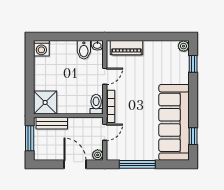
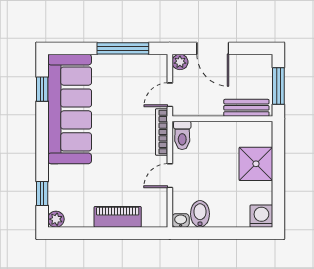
piano: (126, 48) -> (118, 217), moved
shower: (45, 102) -> (256, 164), moved

